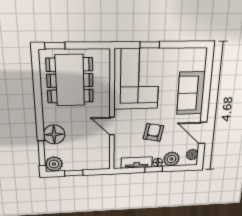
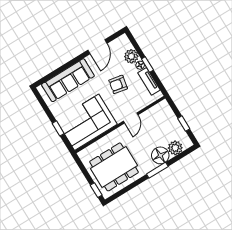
sofa: (191, 93) -> (68, 80), width x1.36
window: (42, 153) -> (157, 170), moved
plant: (192, 155) -> (119, 43), removed
plant: (54, 164) -> (175, 148), moved

